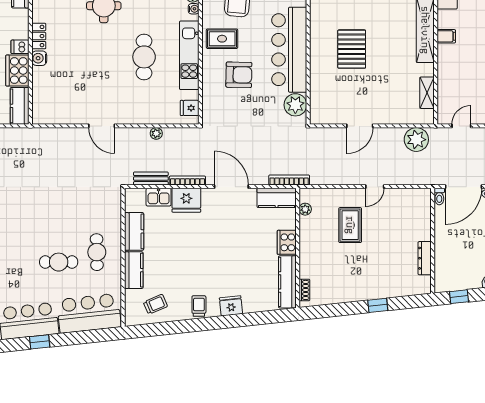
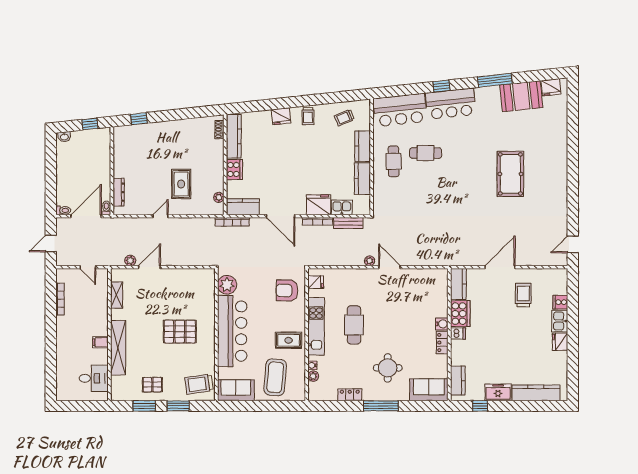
pallet: (352, 49) -> (180, 332), turned 90
armchair: (239, 75) -> (287, 291), moved
door: (360, 126) -> (149, 267), moved
door: (461, 126) -> (88, 267), hinge flipped
plant: (156, 133) -> (370, 261), moved
plant: (416, 140) -> (130, 260), width x0.53, depth x0.53
dresser: (425, 258) -> (119, 192), moved
window: (378, 305) -> (139, 119), moved

